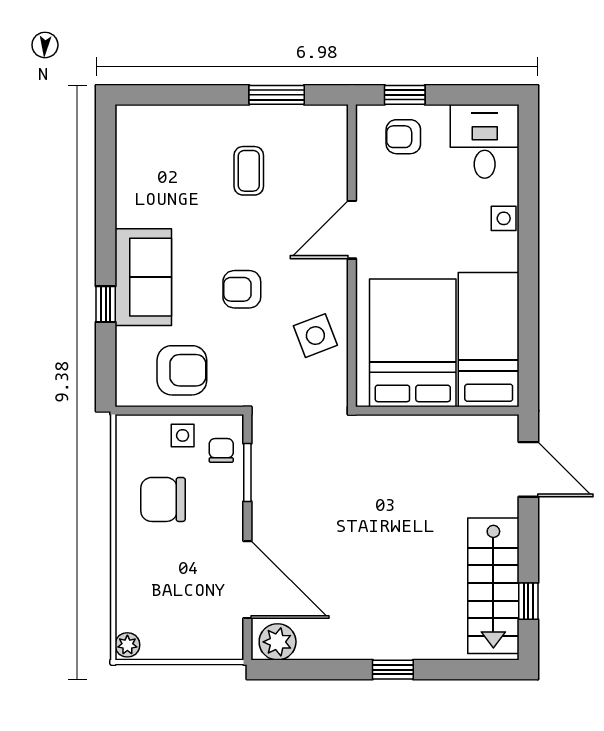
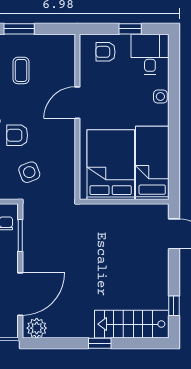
window: (277, 95) -> (19, 29), moved
window: (405, 95) -> (130, 29), moved
side table: (315, 336) -> (29, 172), moved
door: (247, 580) -> (20, 294), hinge flipped
stairs: (493, 586) -> (132, 324), moved, turned 90

